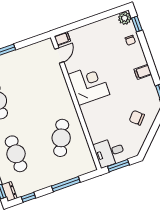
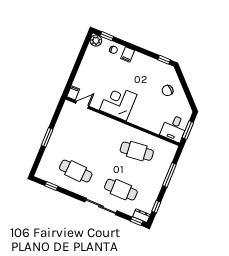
door: (59, 55) -> (82, 105), hinge flipped
filing cabinet: (143, 72) -> (128, 55), moved
cafe table: (61, 138) -> (137, 151), turned -30

